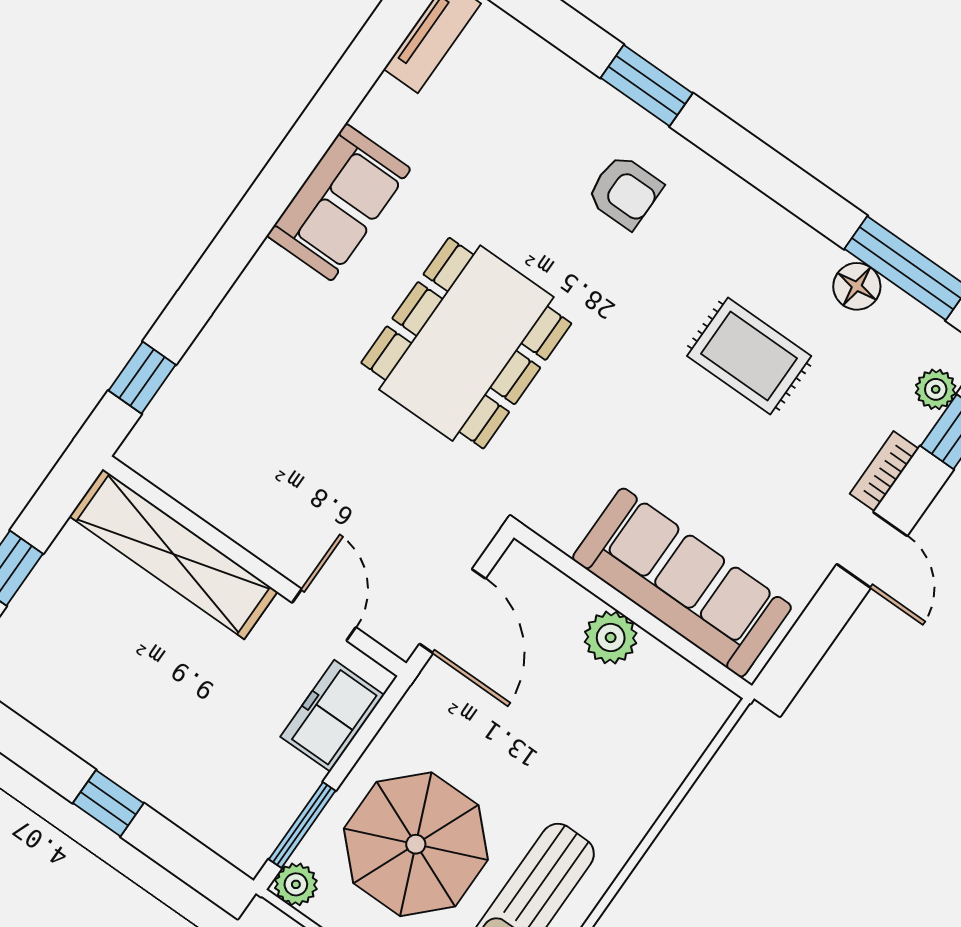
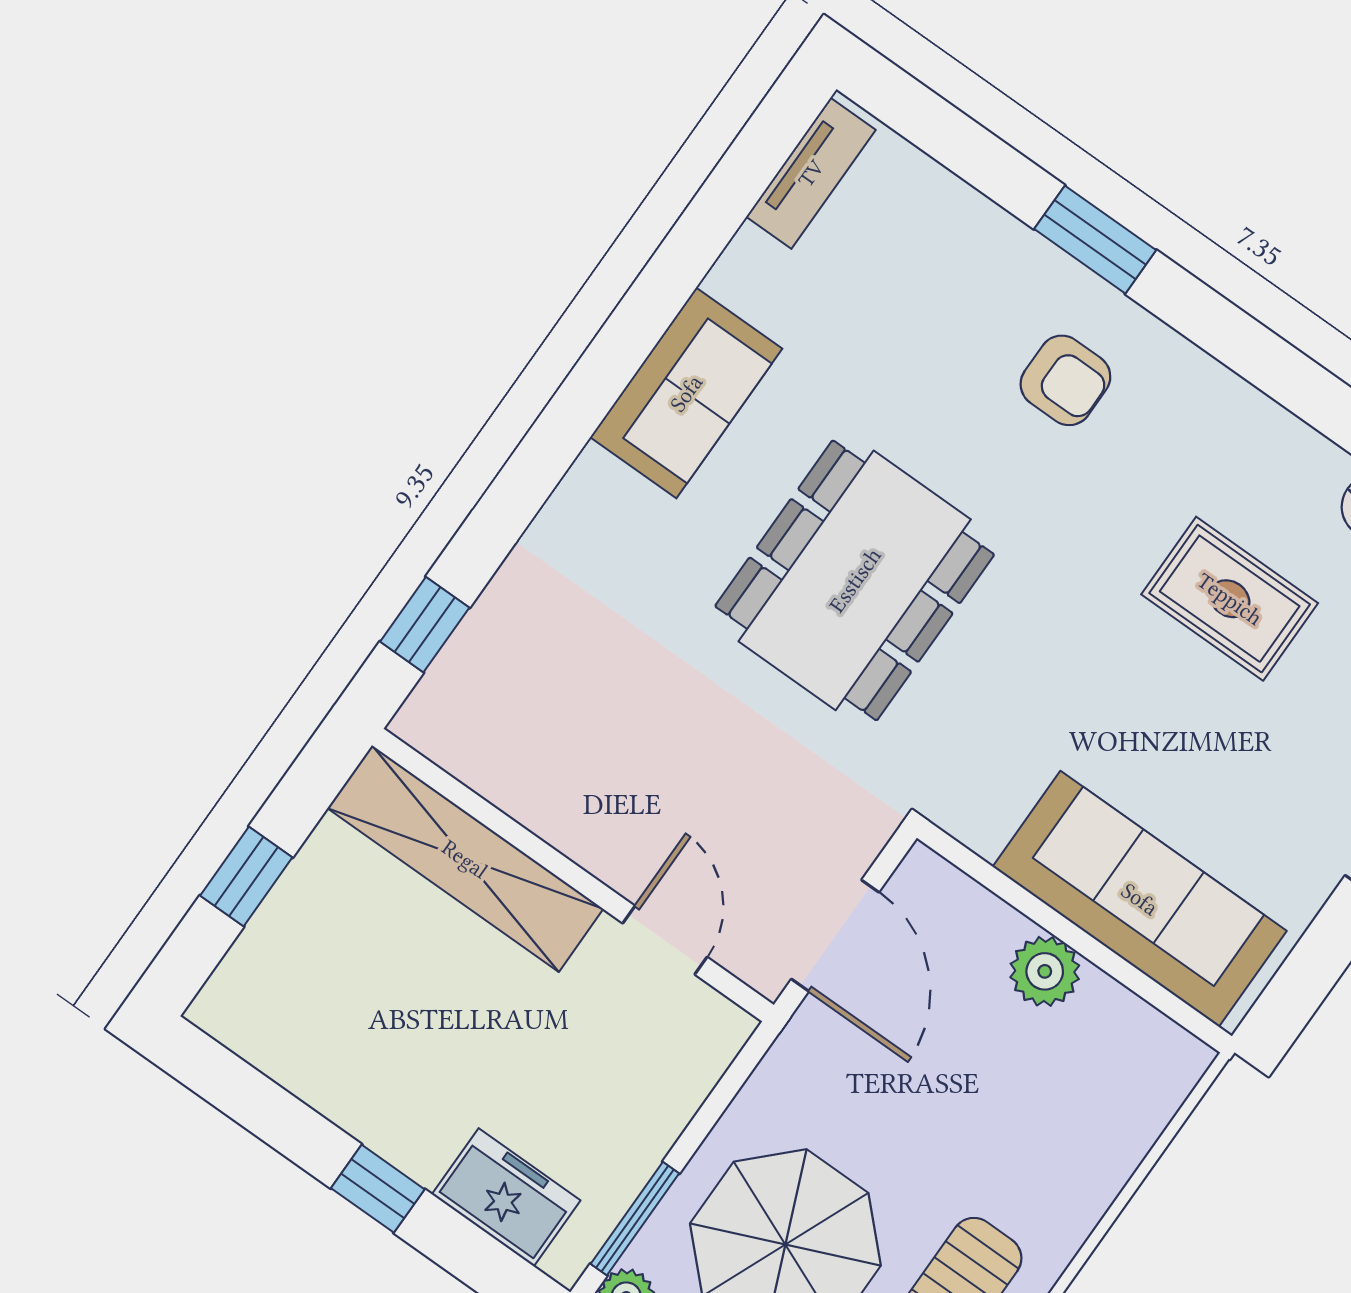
freezer: (332, 716) -> (506, 1197), moved, turned 90

